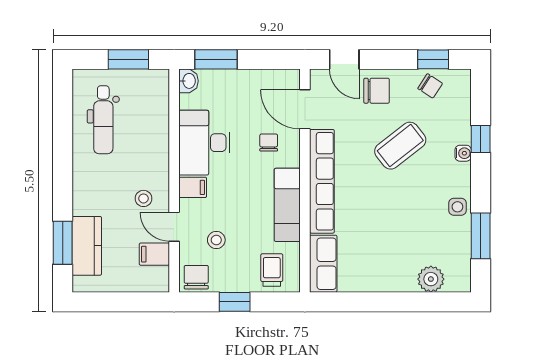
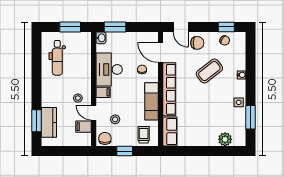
window: (481, 139) -> (251, 68), removed

